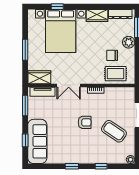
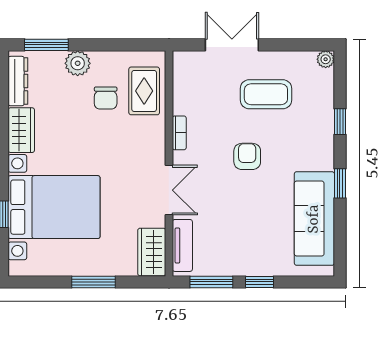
coffee table: (114, 131) -> (266, 94), turned 56
window: (25, 140) -> (260, 282), moved
sofa: (37, 141) -> (314, 219), moved, turned -90

